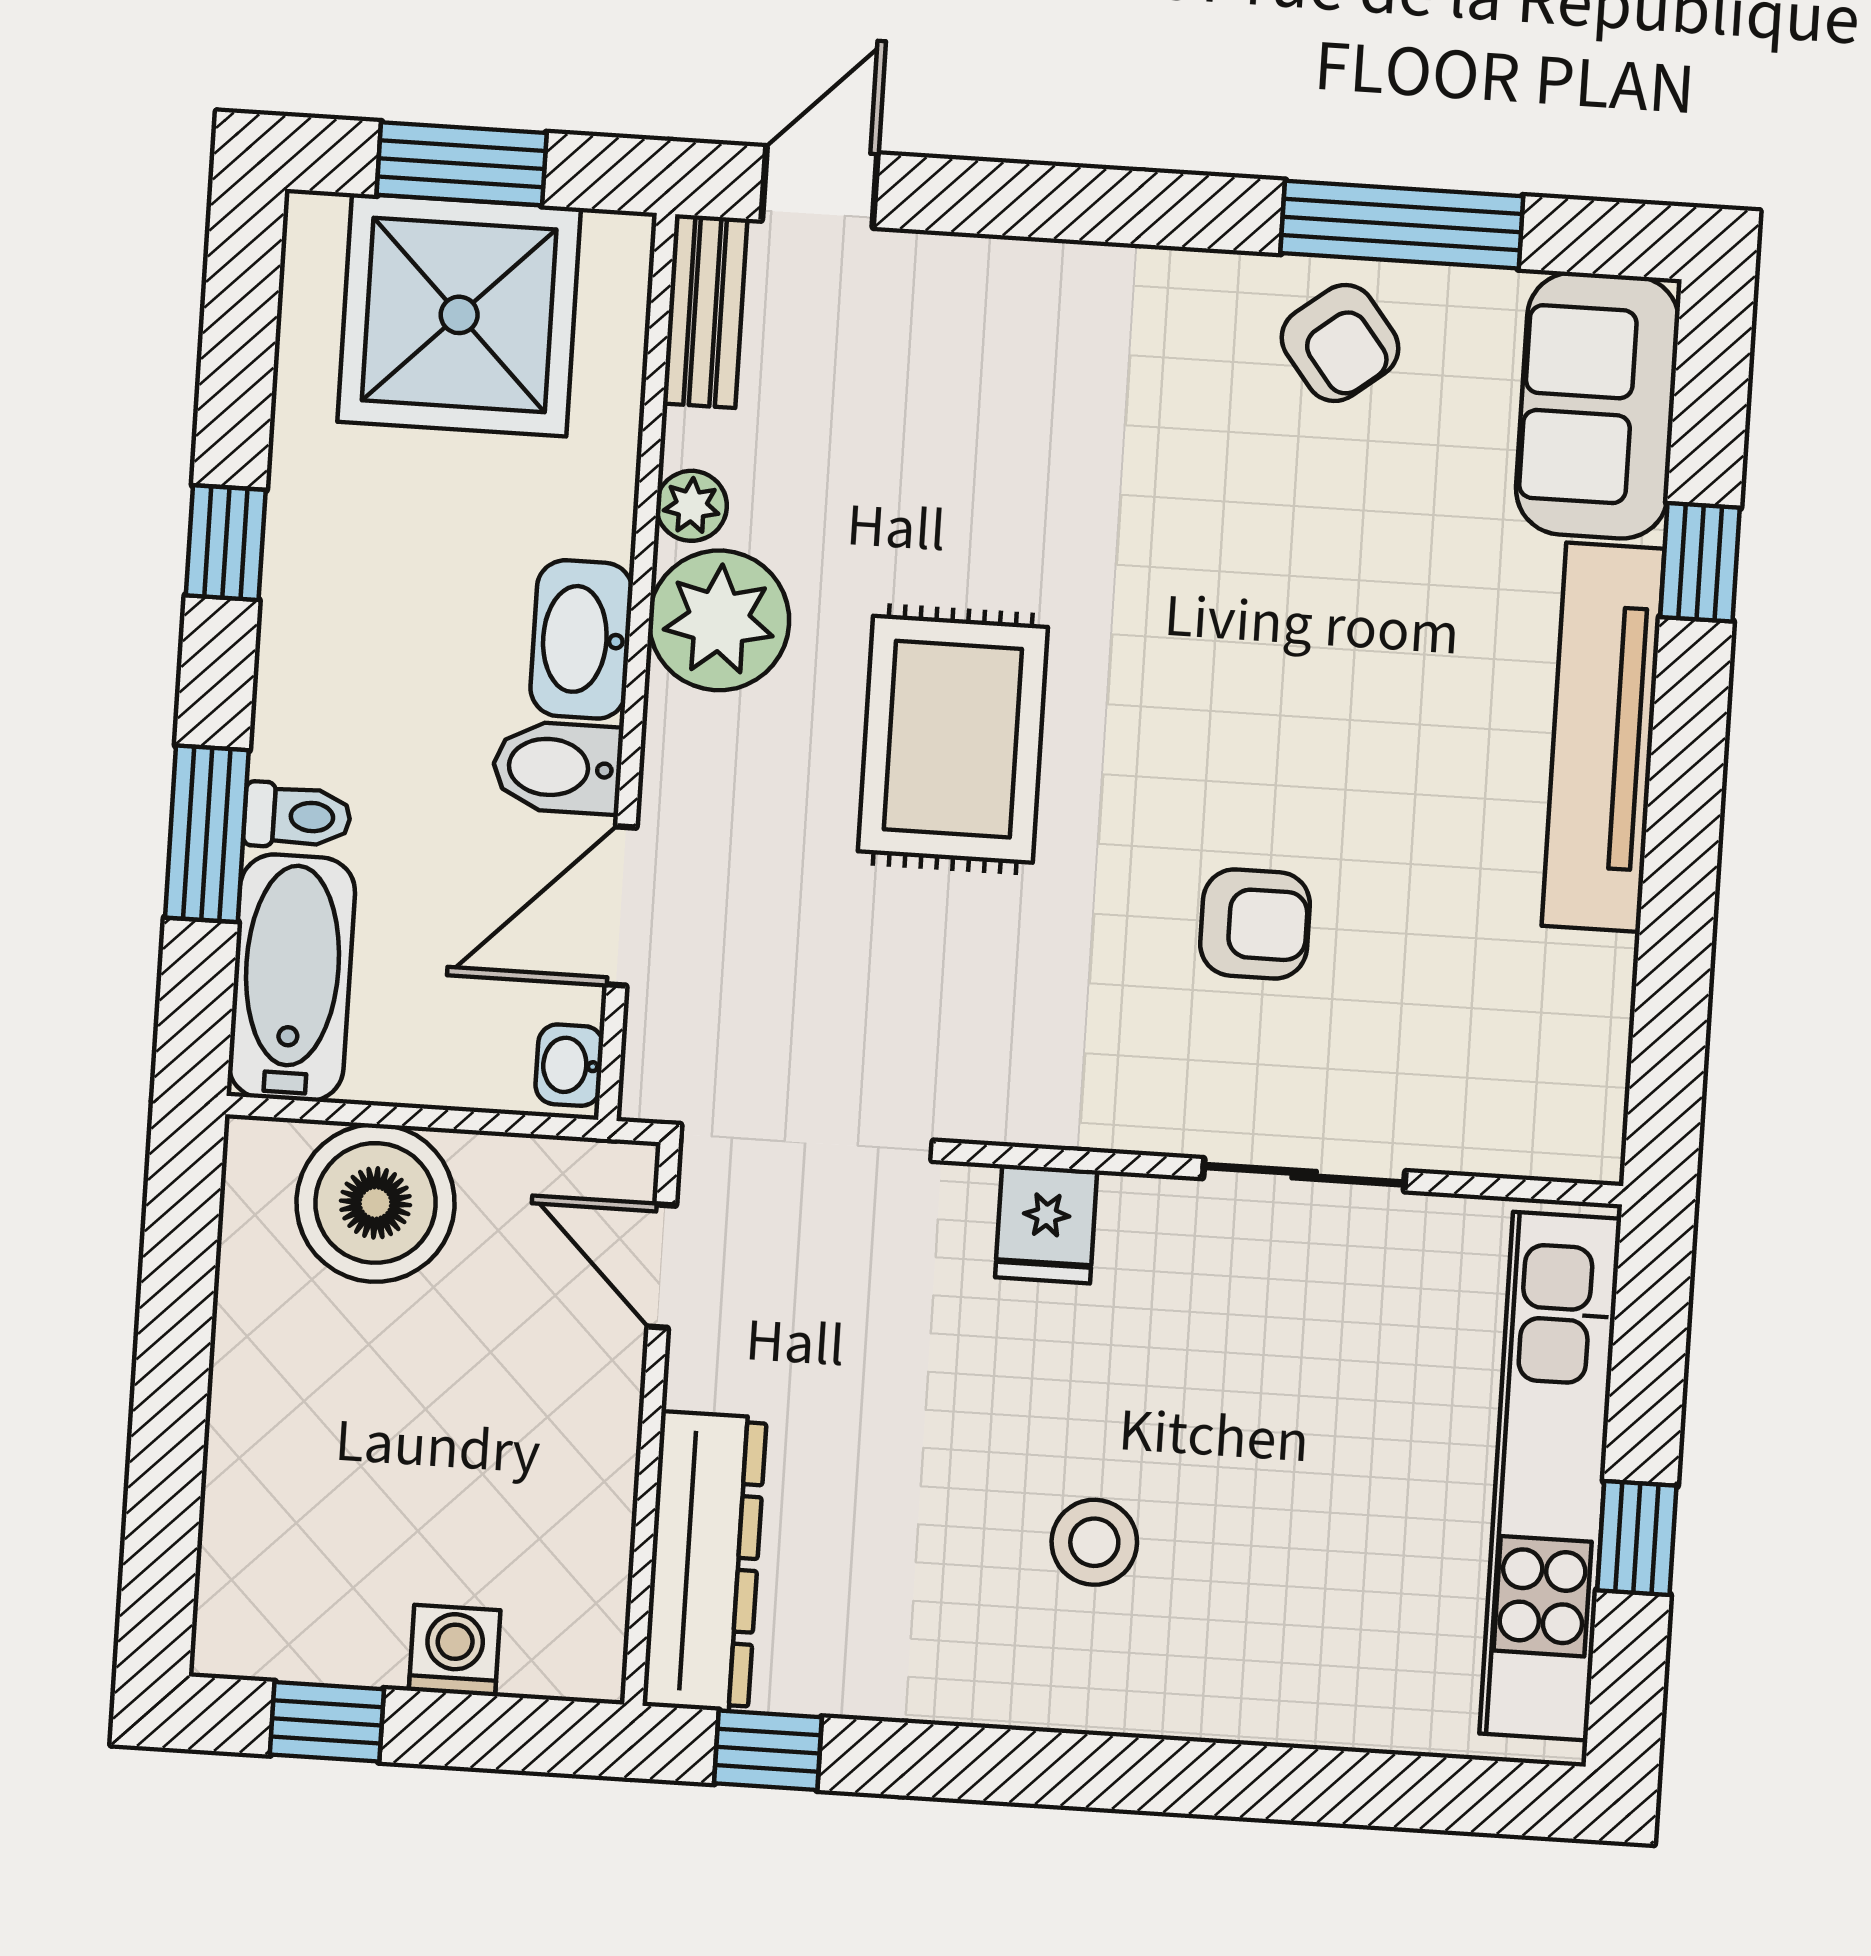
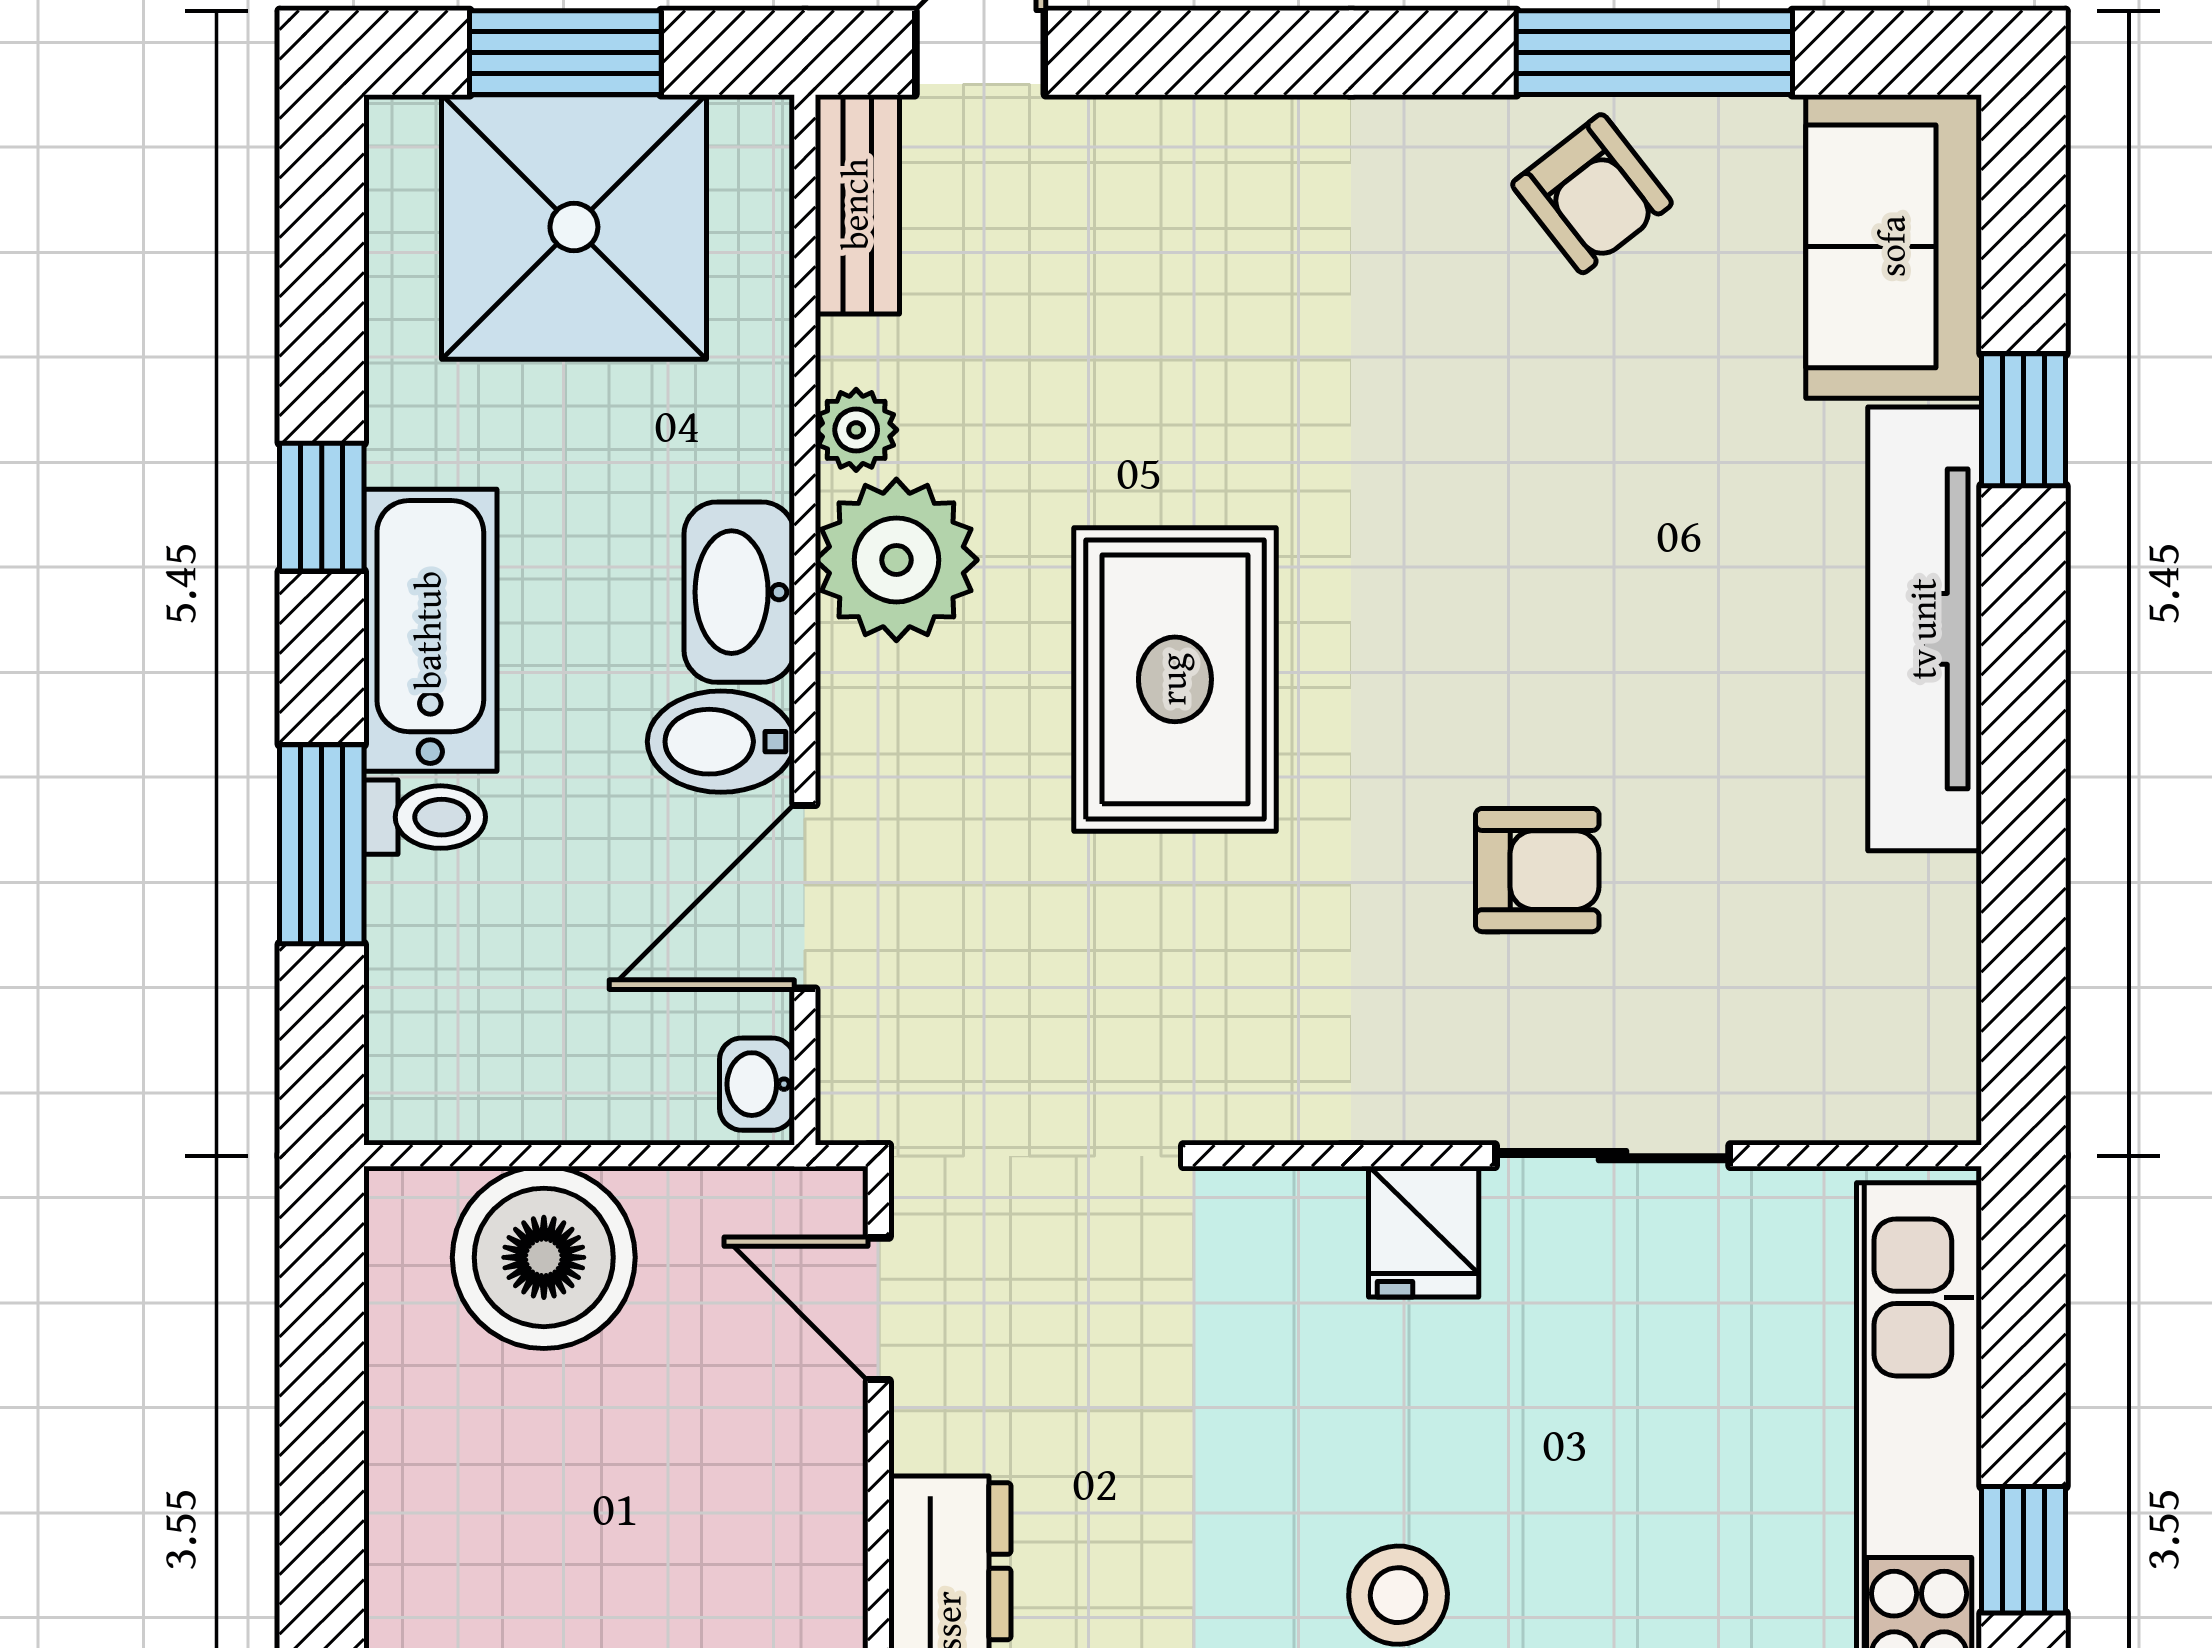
bathtub: (292, 978) -> (430, 630), moved
fridge: (1046, 1224) -> (1424, 1232), moved

